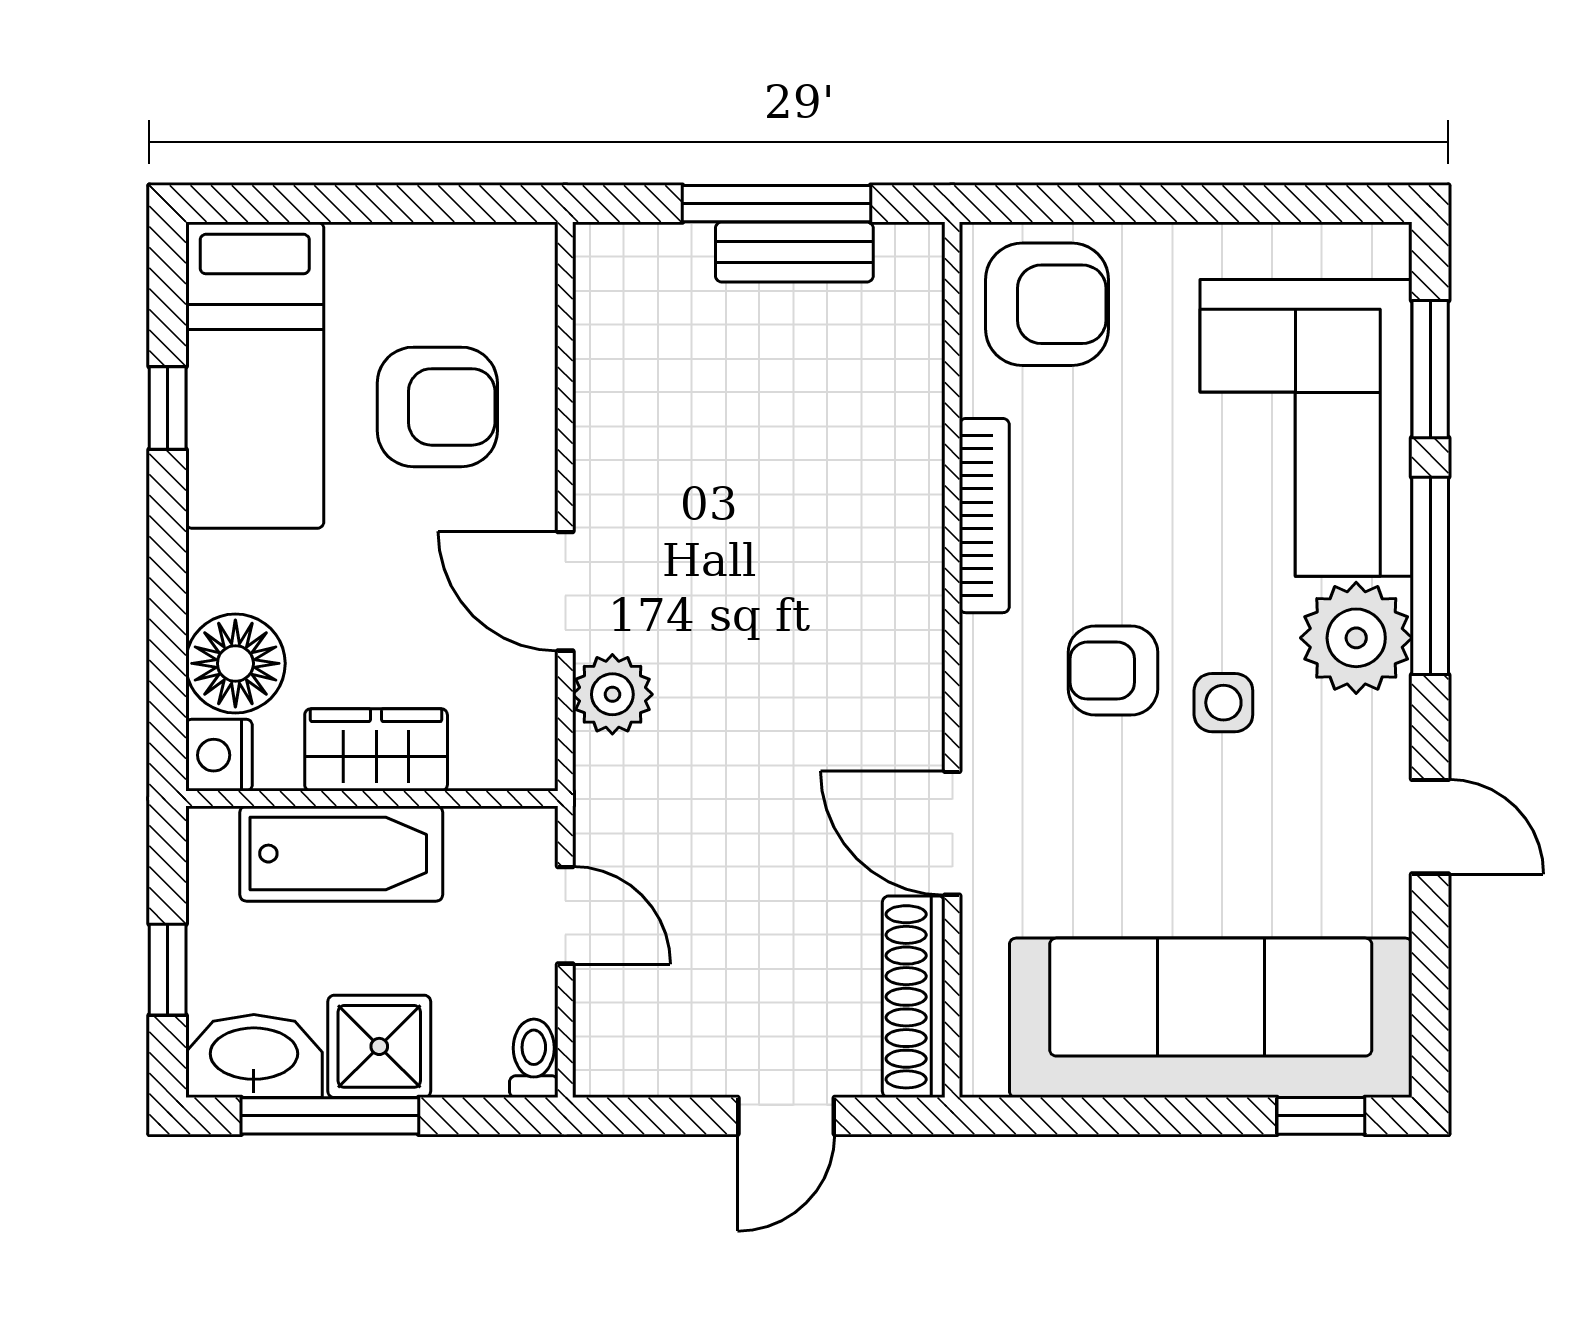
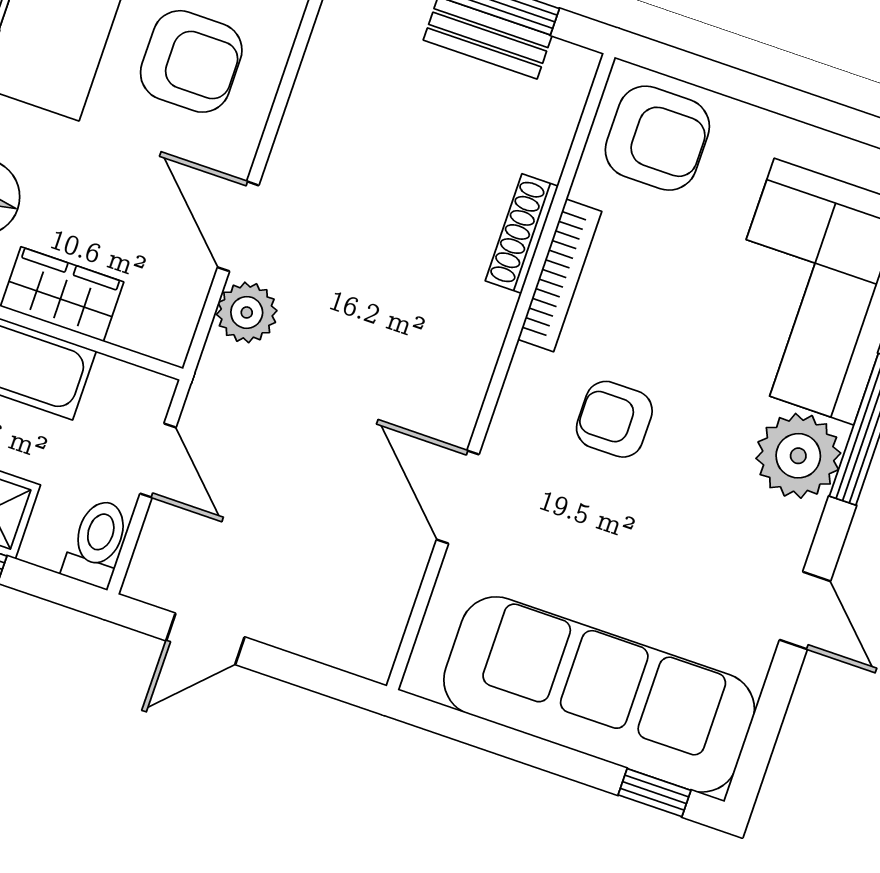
side table: (1223, 703) -> (686, 470), removed
shoe rack: (914, 997) -> (522, 233), moved, width x0.74, depth x0.81
toilet: (534, 1058) -> (97, 543), width x1.37, depth x1.39
door: (786, 1116) -> (205, 639), moved

